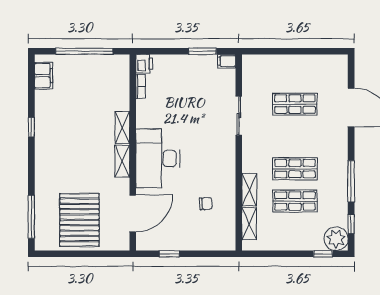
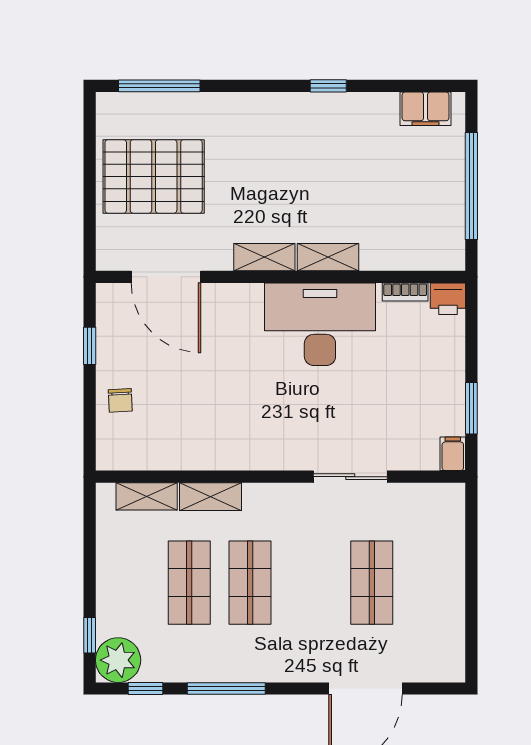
desk: (158, 158) -> (320, 324), moved
chair: (206, 204) -> (120, 400), moved

